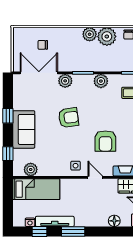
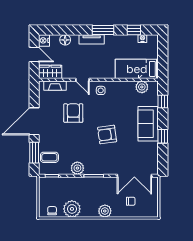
plant: (90, 34) -> (105, 211), moved
plant: (65, 81) -> (110, 168), removed
tv unit: (55, 221) -> (92, 39), moved, width x0.71

